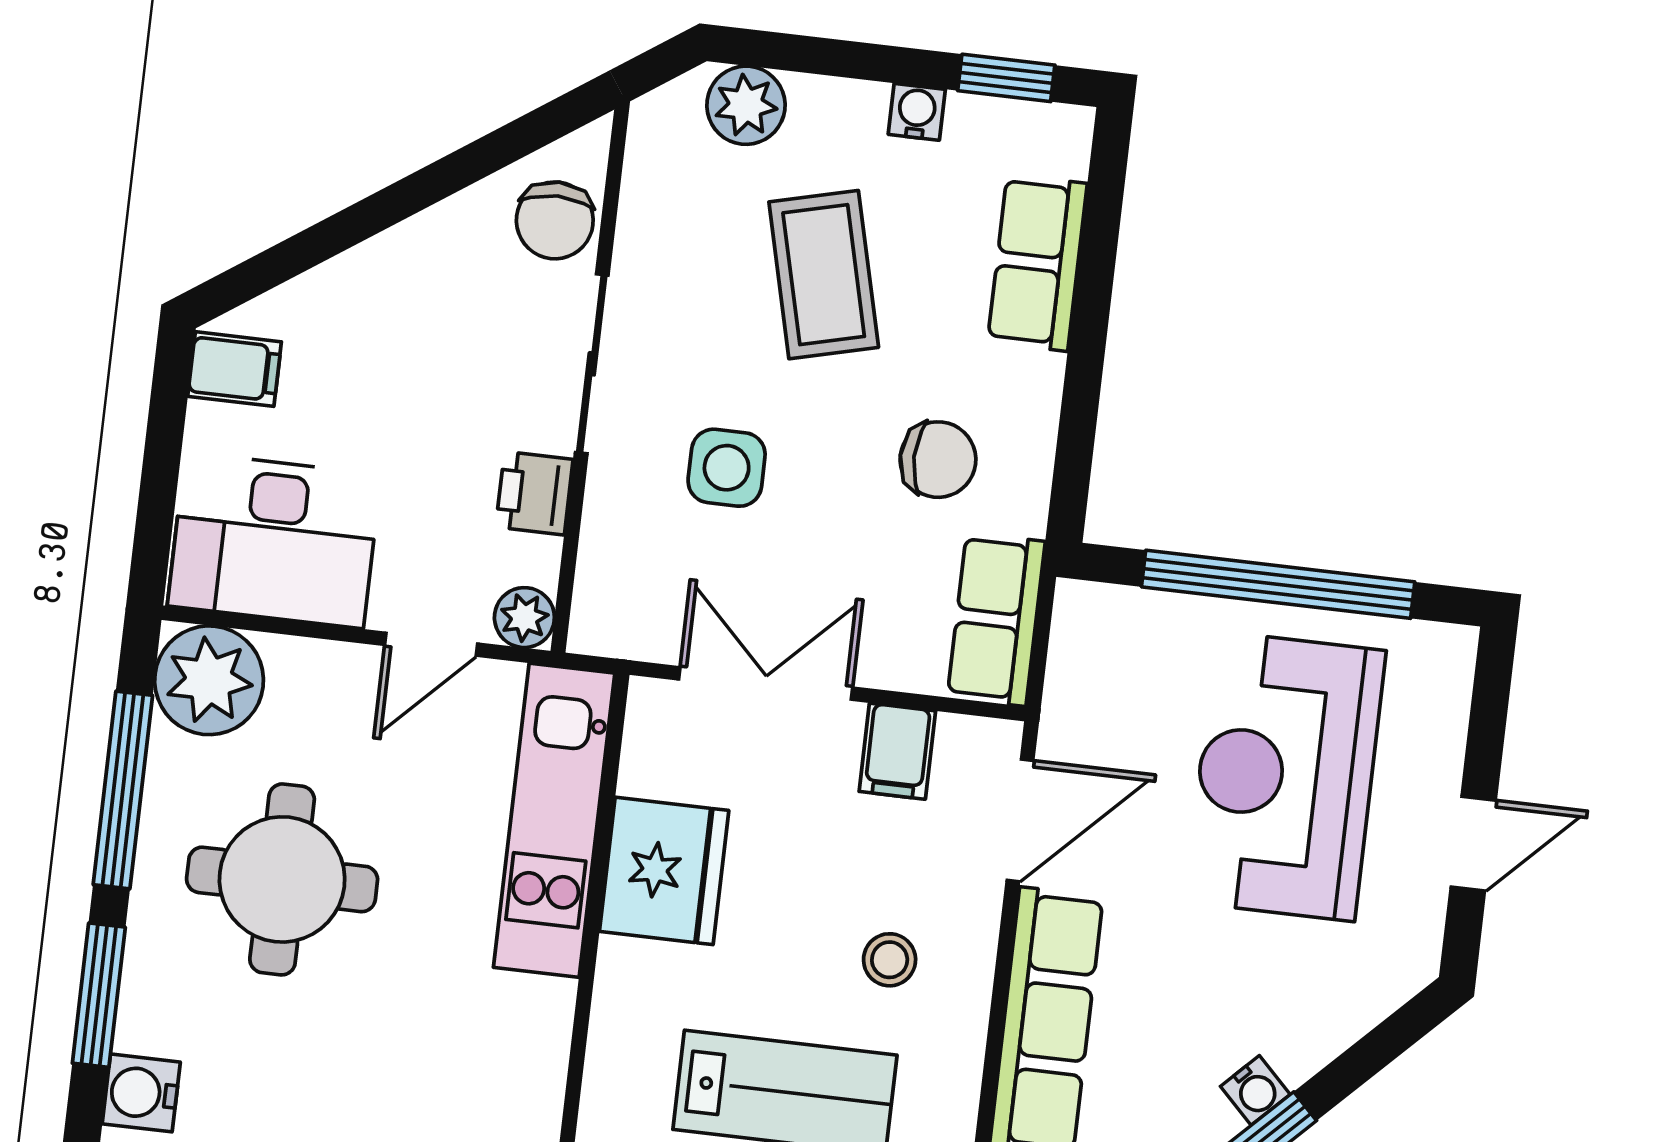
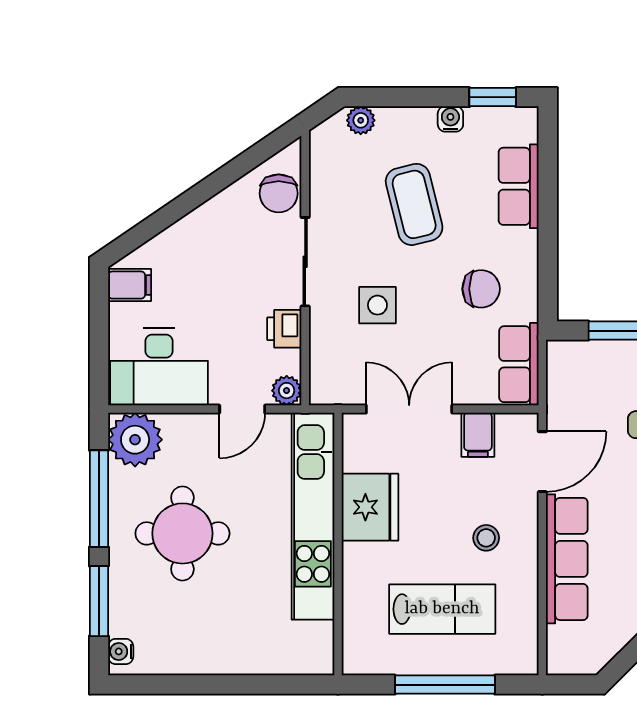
plant: (746, 105) -> (361, 120), width x0.73, depth x0.73
kitchen unit: (554, 820) -> (313, 516), width x1.36
water cooler: (141, 1093) -> (121, 651), width x0.72, depth x0.72

